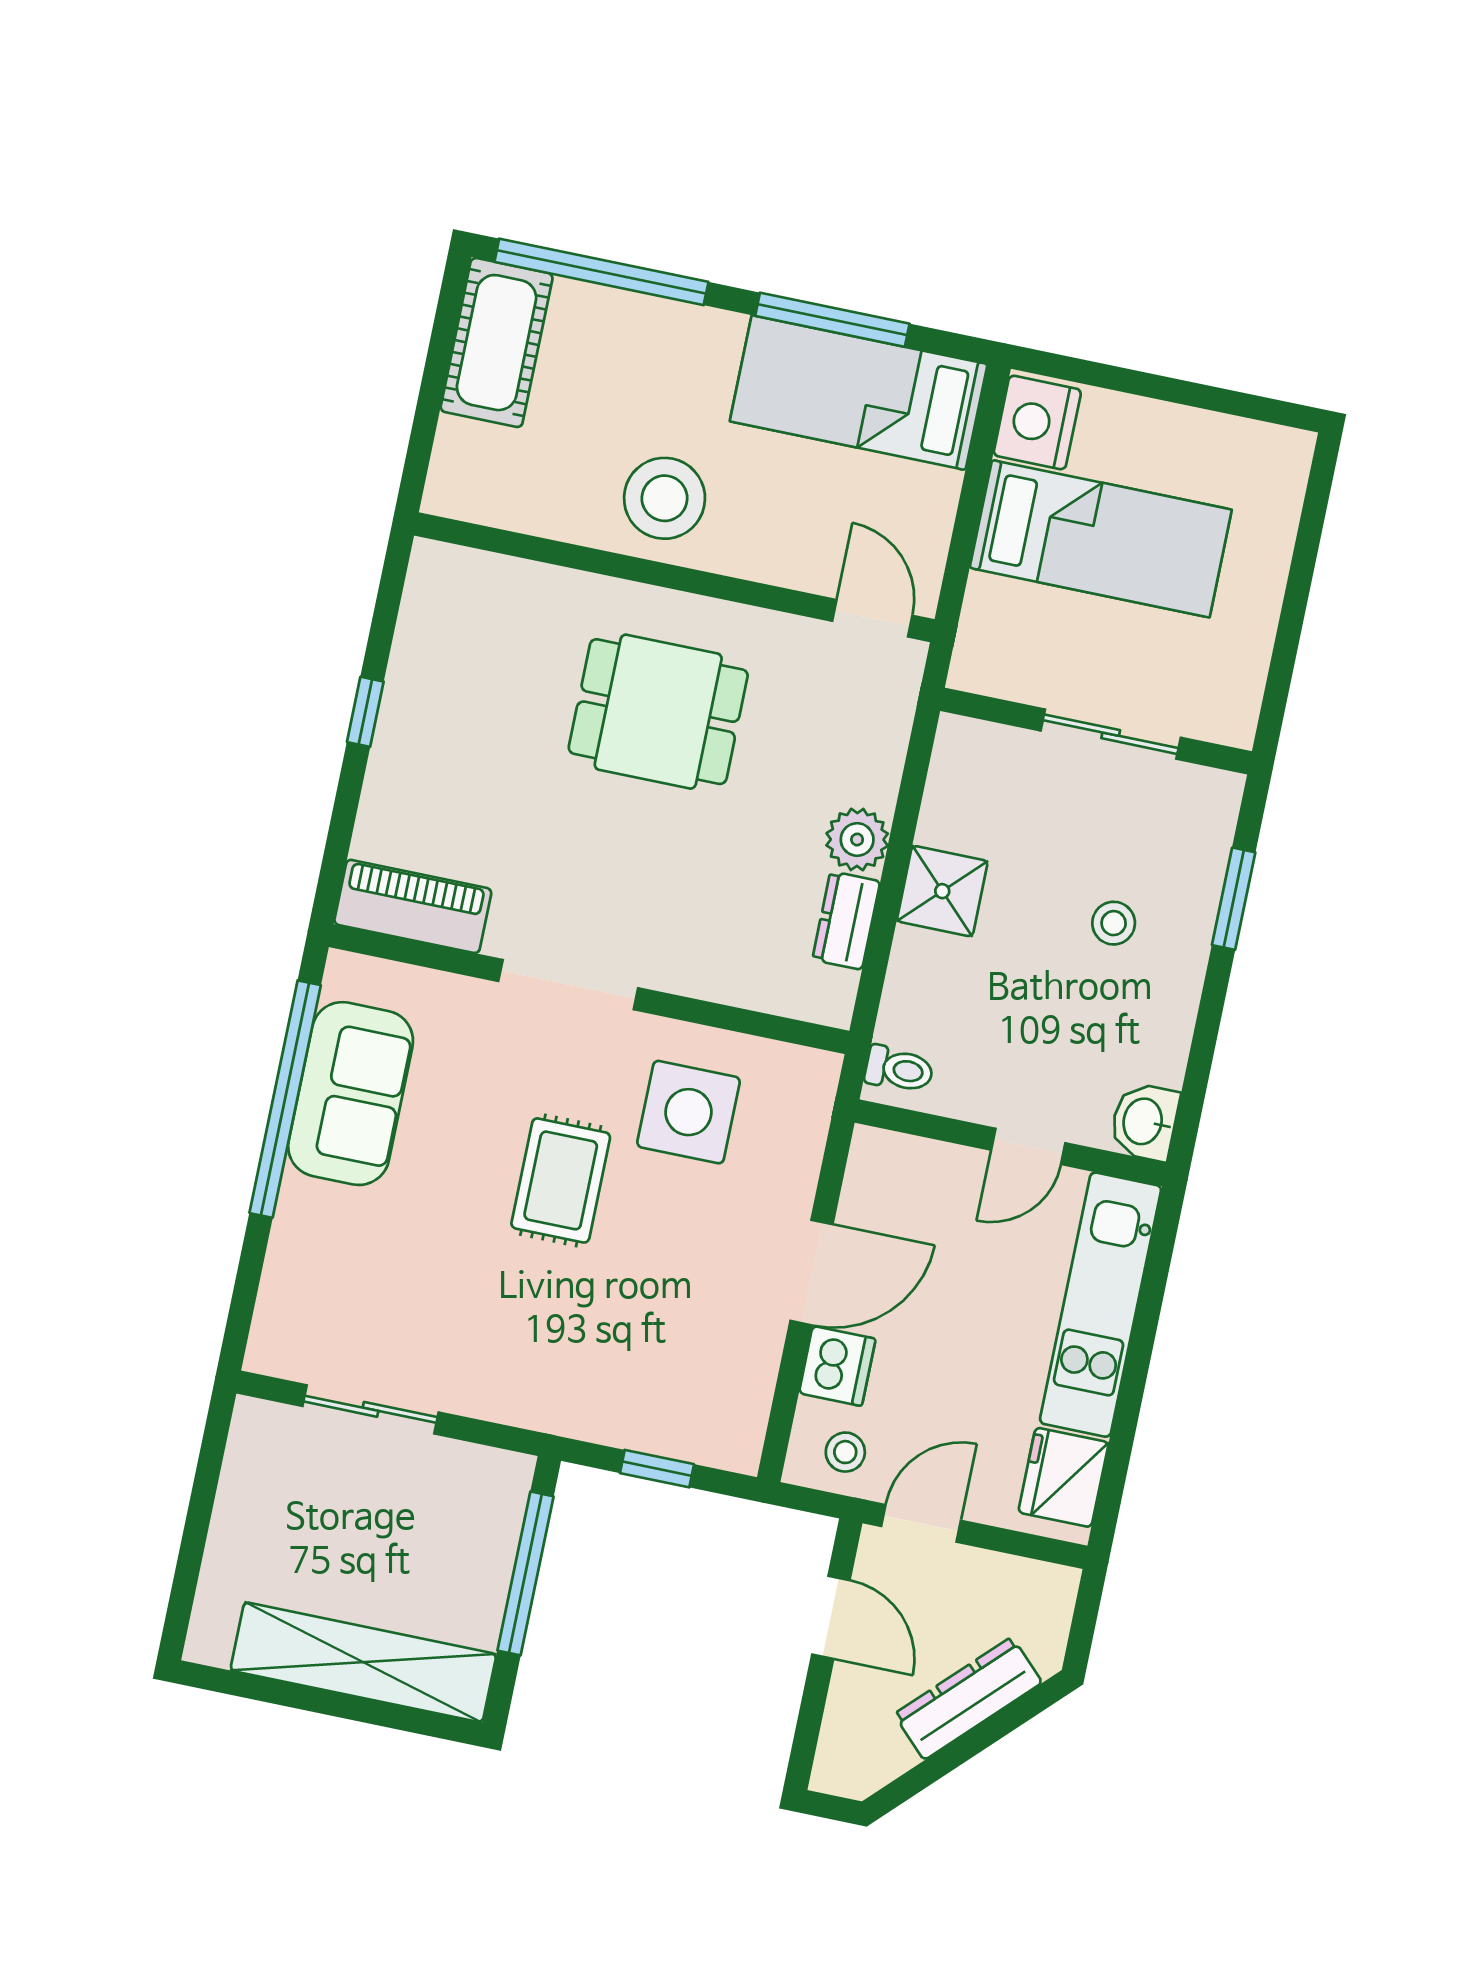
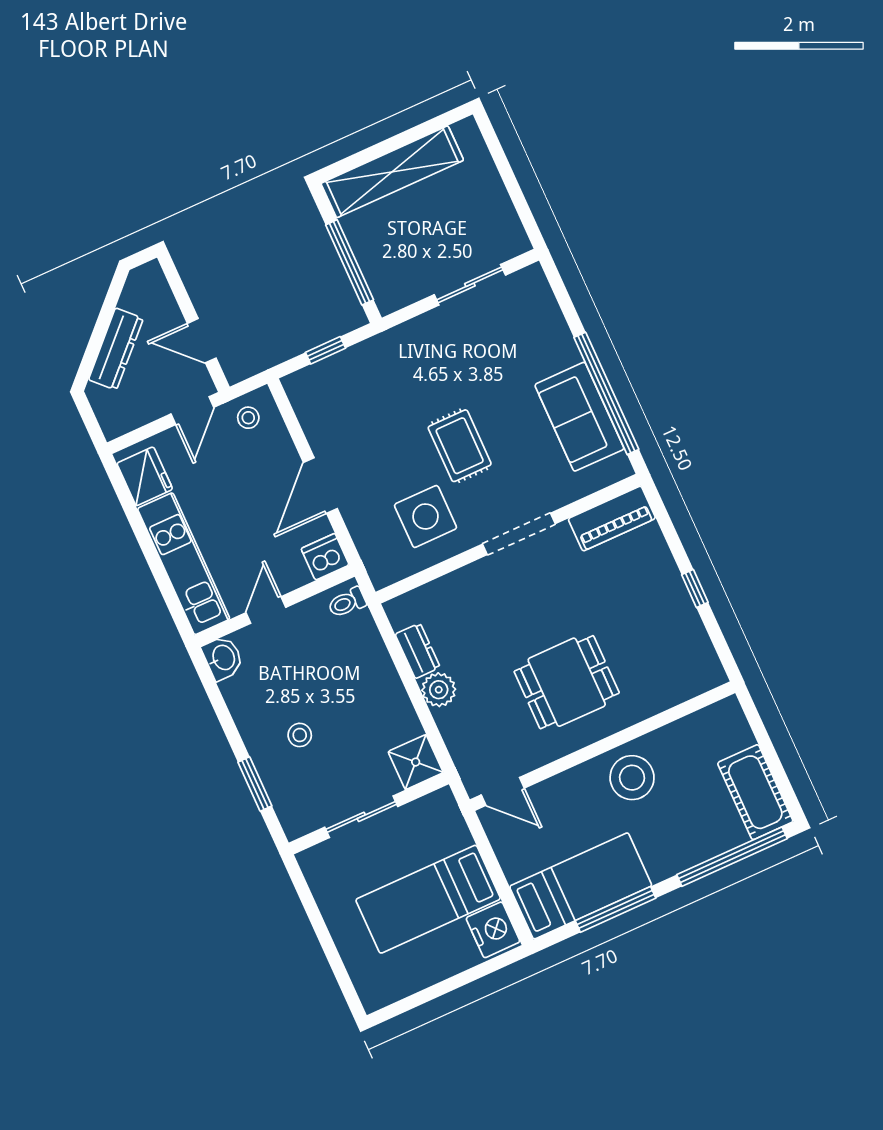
shower: (942, 891) -> (416, 762), moved
dishwasher: (837, 1366) -> (325, 557), moved, turned 90

